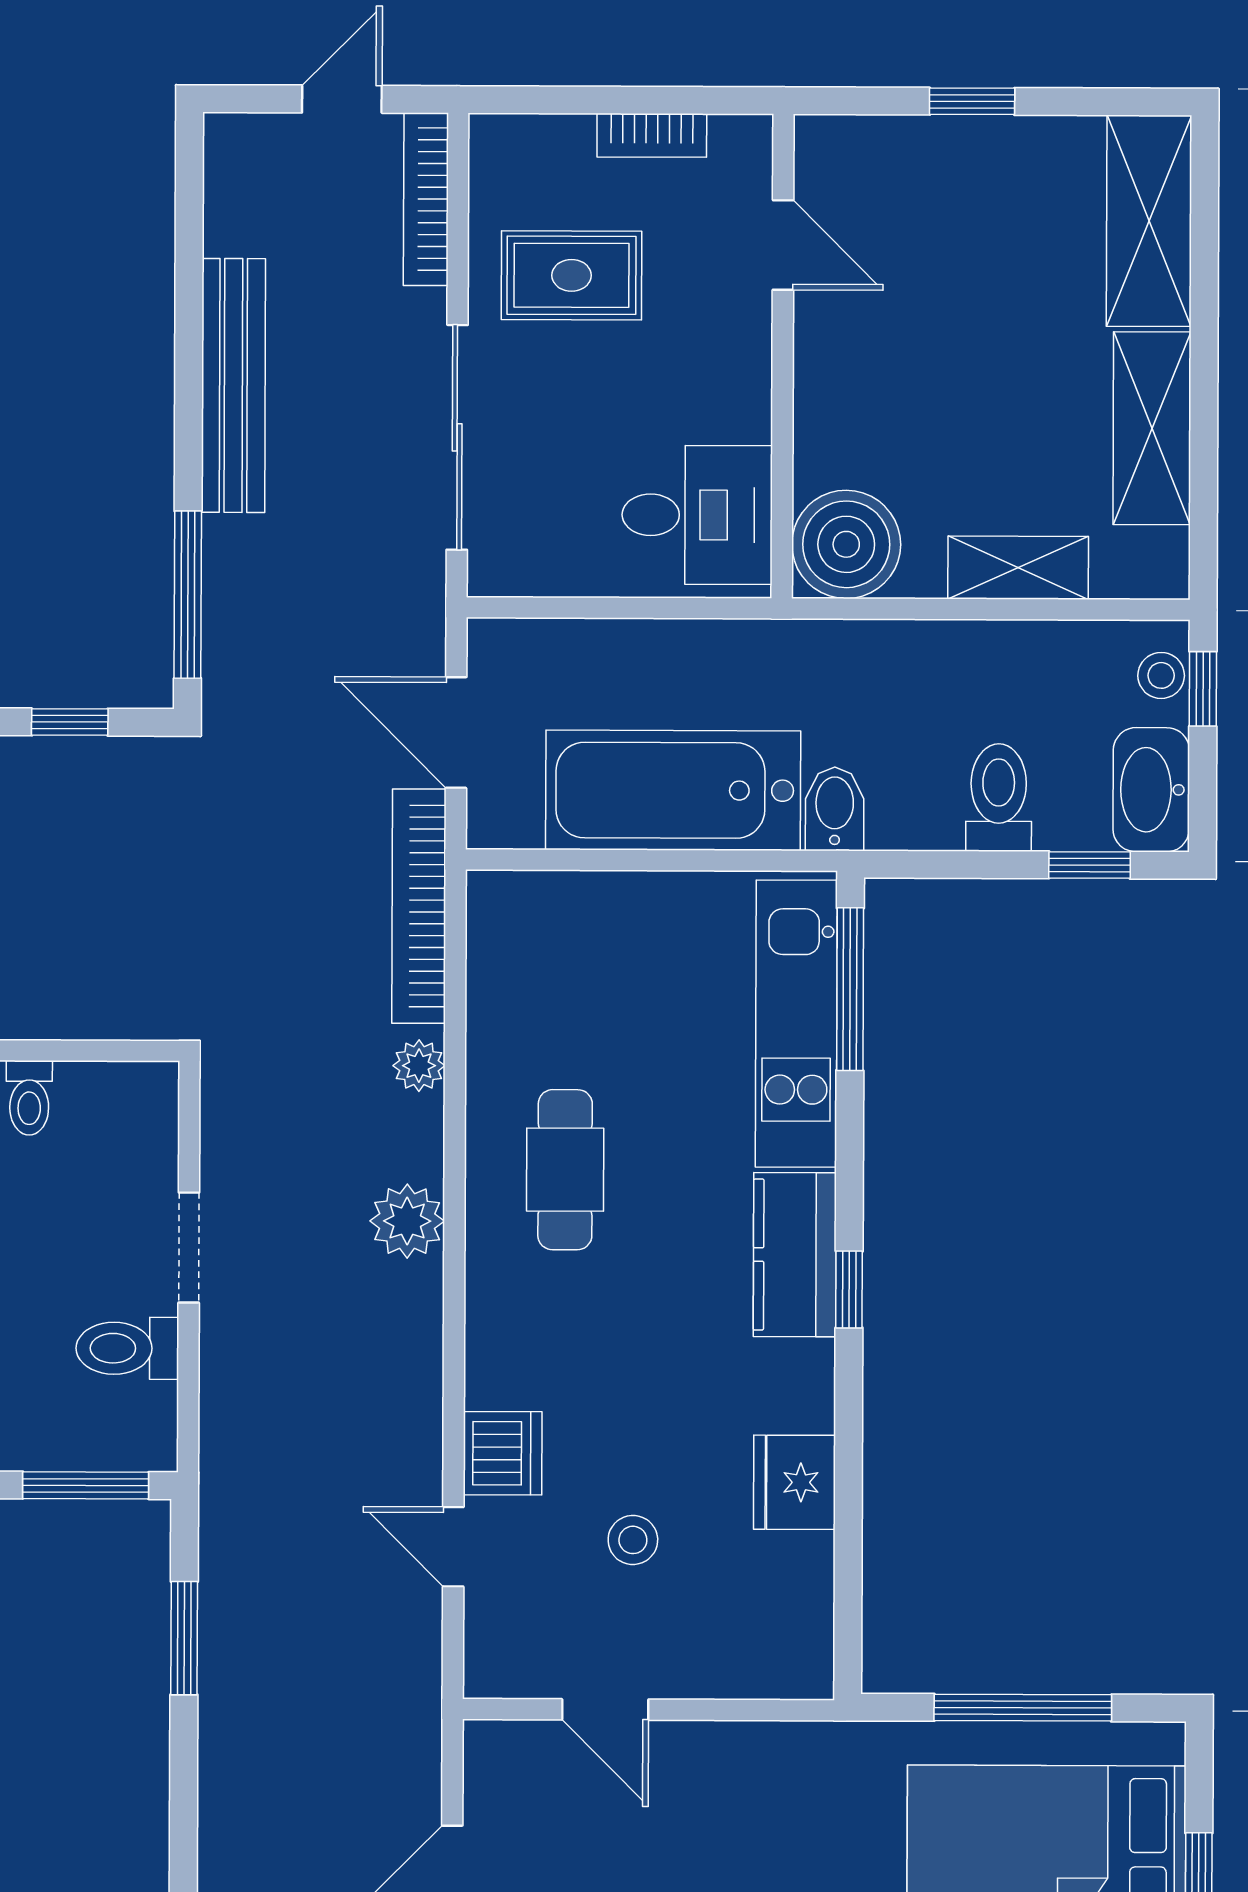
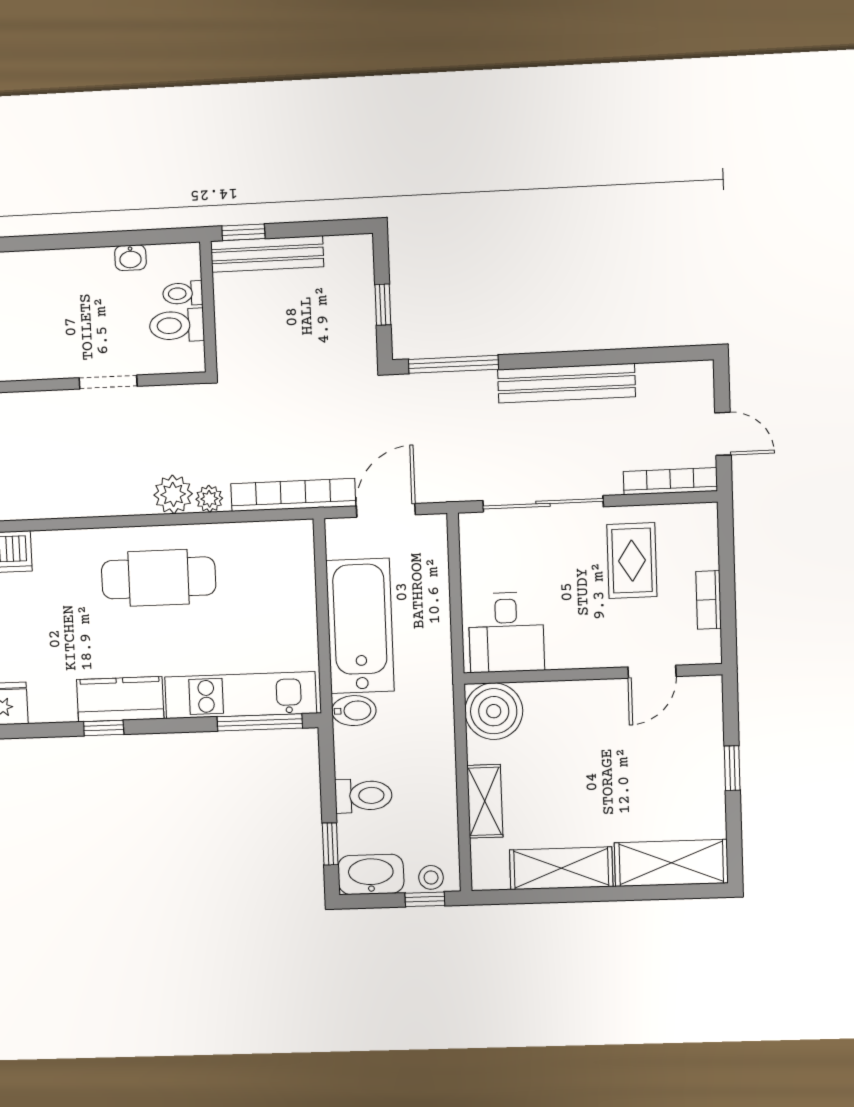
cafe table: (565, 1170) -> (159, 578), width x1.37, depth x1.35
plant: (407, 1221) -> (173, 494), moved
toilet: (127, 1348) -> (177, 325), moved, turned -90

